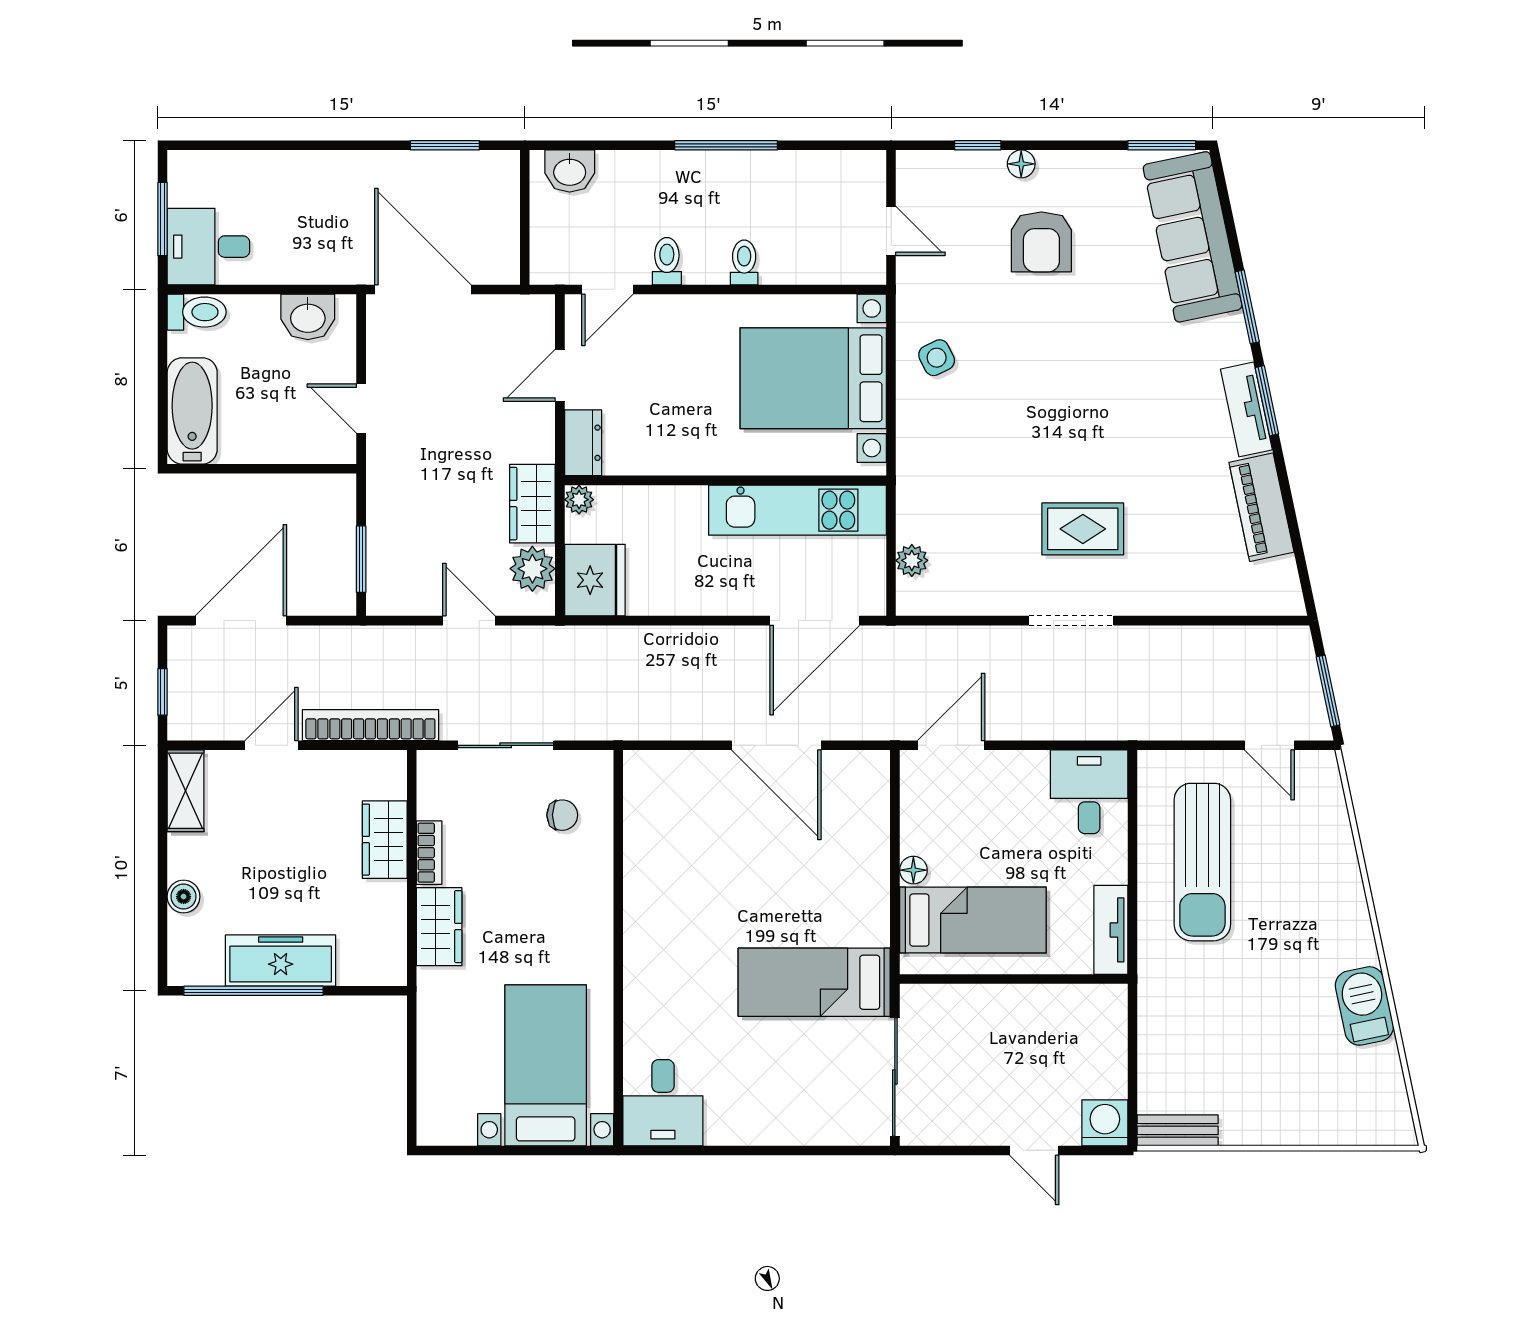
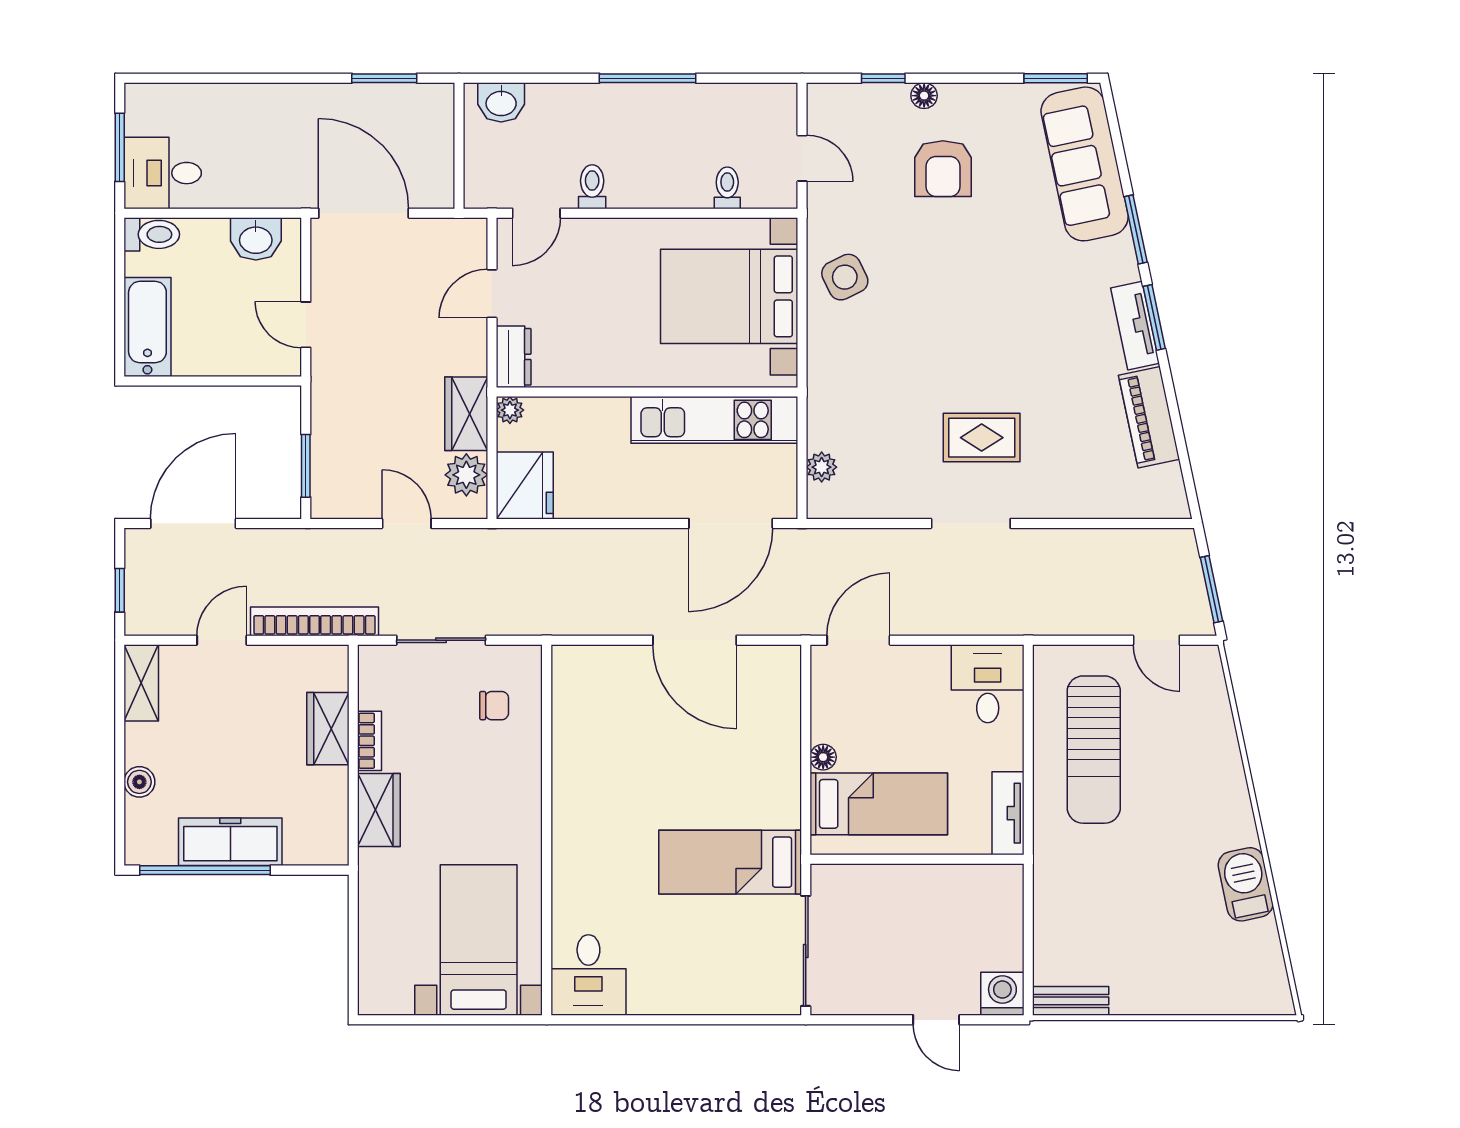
toilet: (744, 262) -> (727, 188), moved
side table: (937, 358) -> (845, 277), width x1.37, depth x1.37

